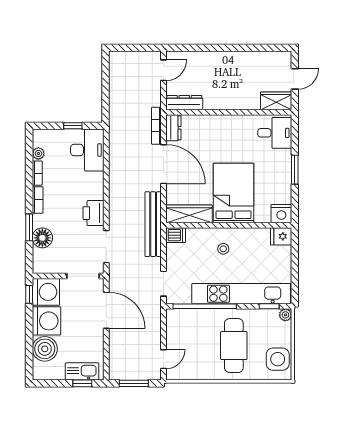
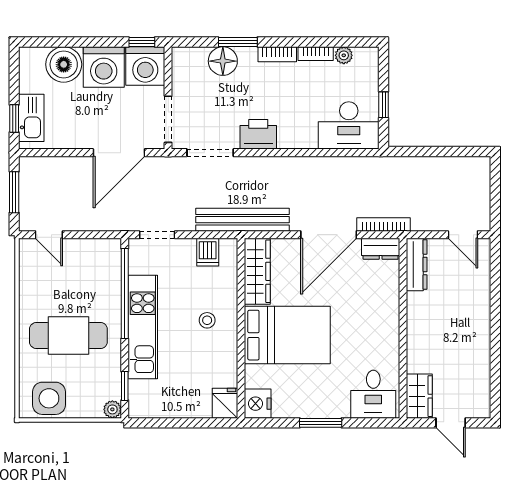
dishwasher: (176, 235) -> (208, 252), moved
kitchen unit: (241, 294) -> (143, 327), width x0.73

